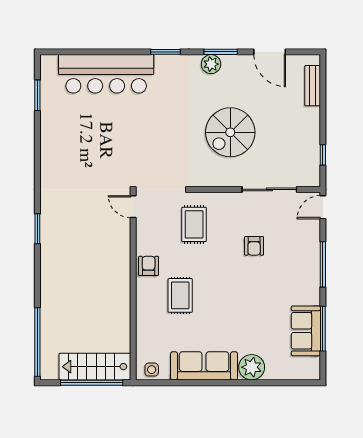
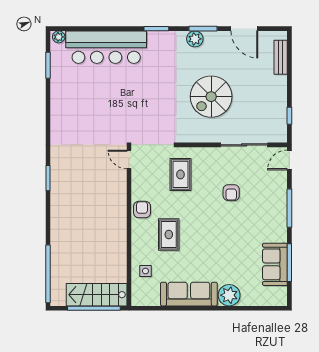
plant: (50, 62) -> (59, 37), added
side table: (152, 370) -> (145, 271), moved

